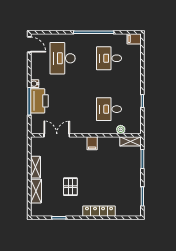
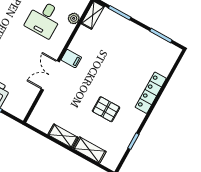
double door: (57, 135) -> (50, 75), moved

